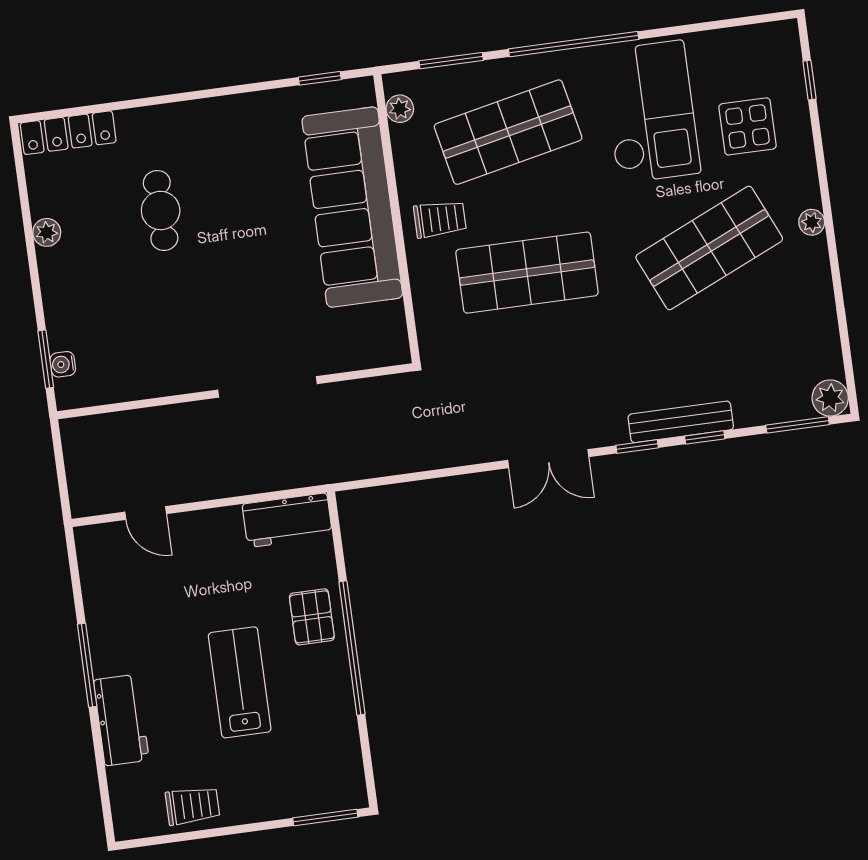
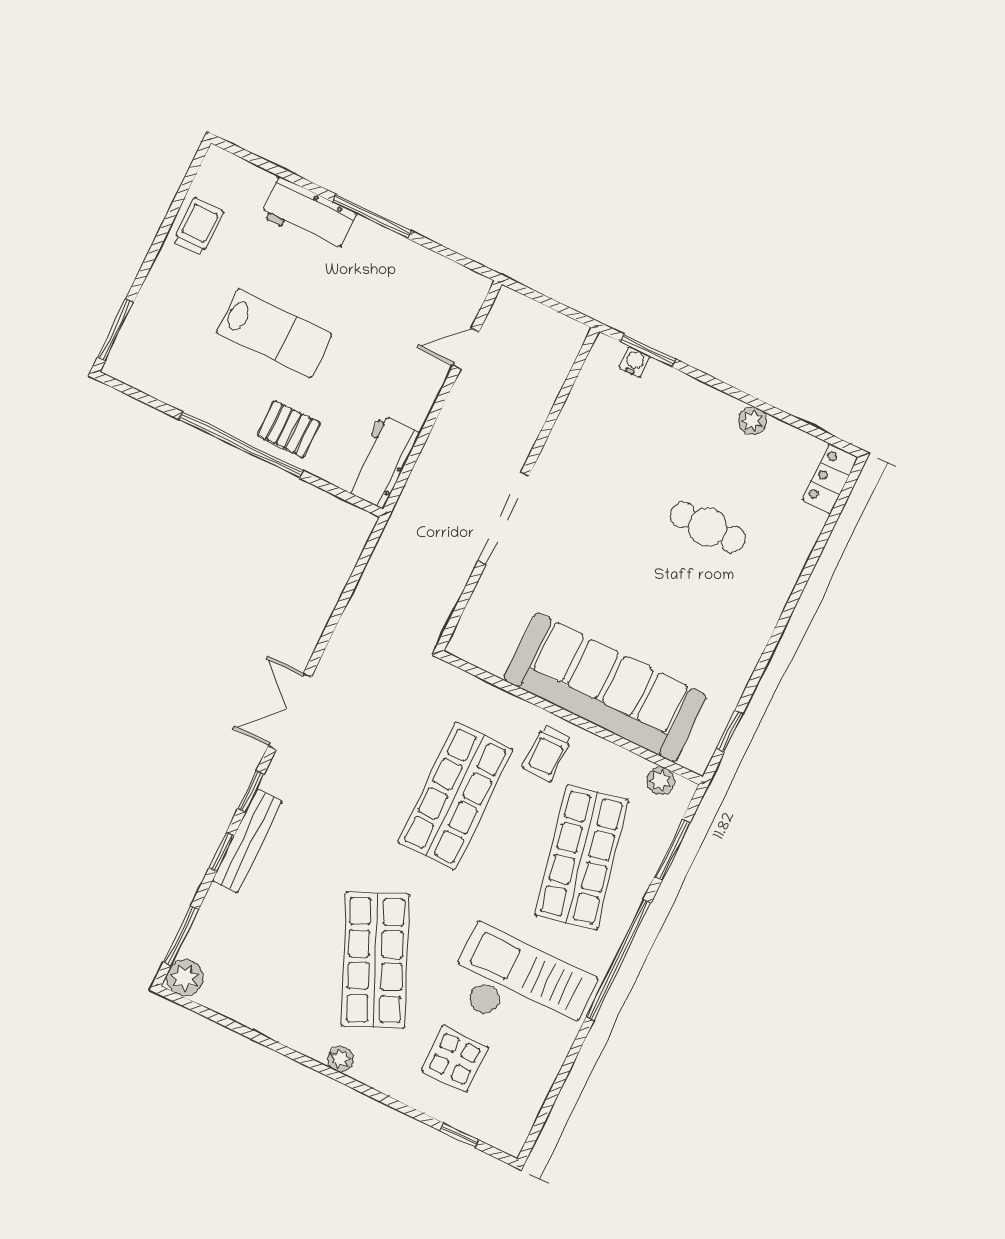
checkout: (651, 112) -> (520, 987), turned 180
locker: (68, 133) -> (830, 478), width x0.66
trolley: (193, 806) -> (198, 227), turned 180

